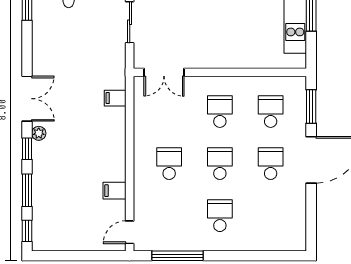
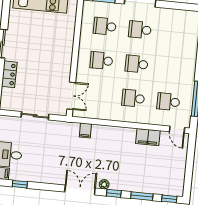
filing cabinet: (114, 191) -> (148, 137), width x2.00
school desk: (220, 216) -> (168, 102), moved

